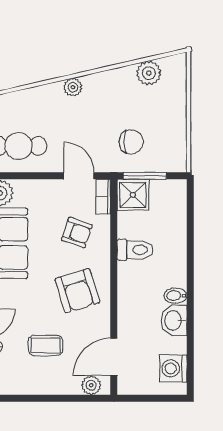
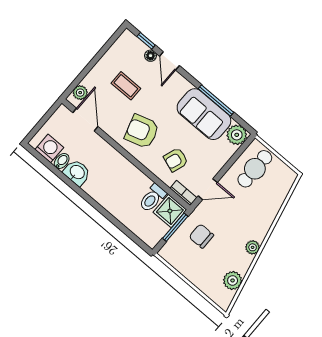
plant: (73, 87) -> (253, 247), moved
chair: (131, 142) -> (201, 236), turned 90
toilet: (135, 250) -> (152, 198), moved
bidet: (175, 296) -> (62, 161), moved
coffee table: (45, 345) -> (126, 86), turned 90

